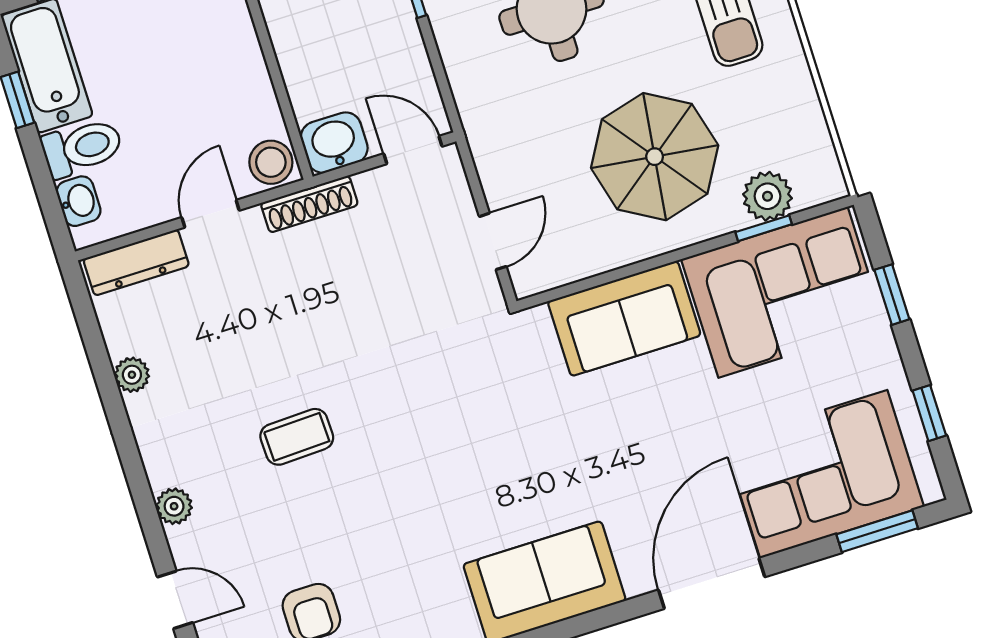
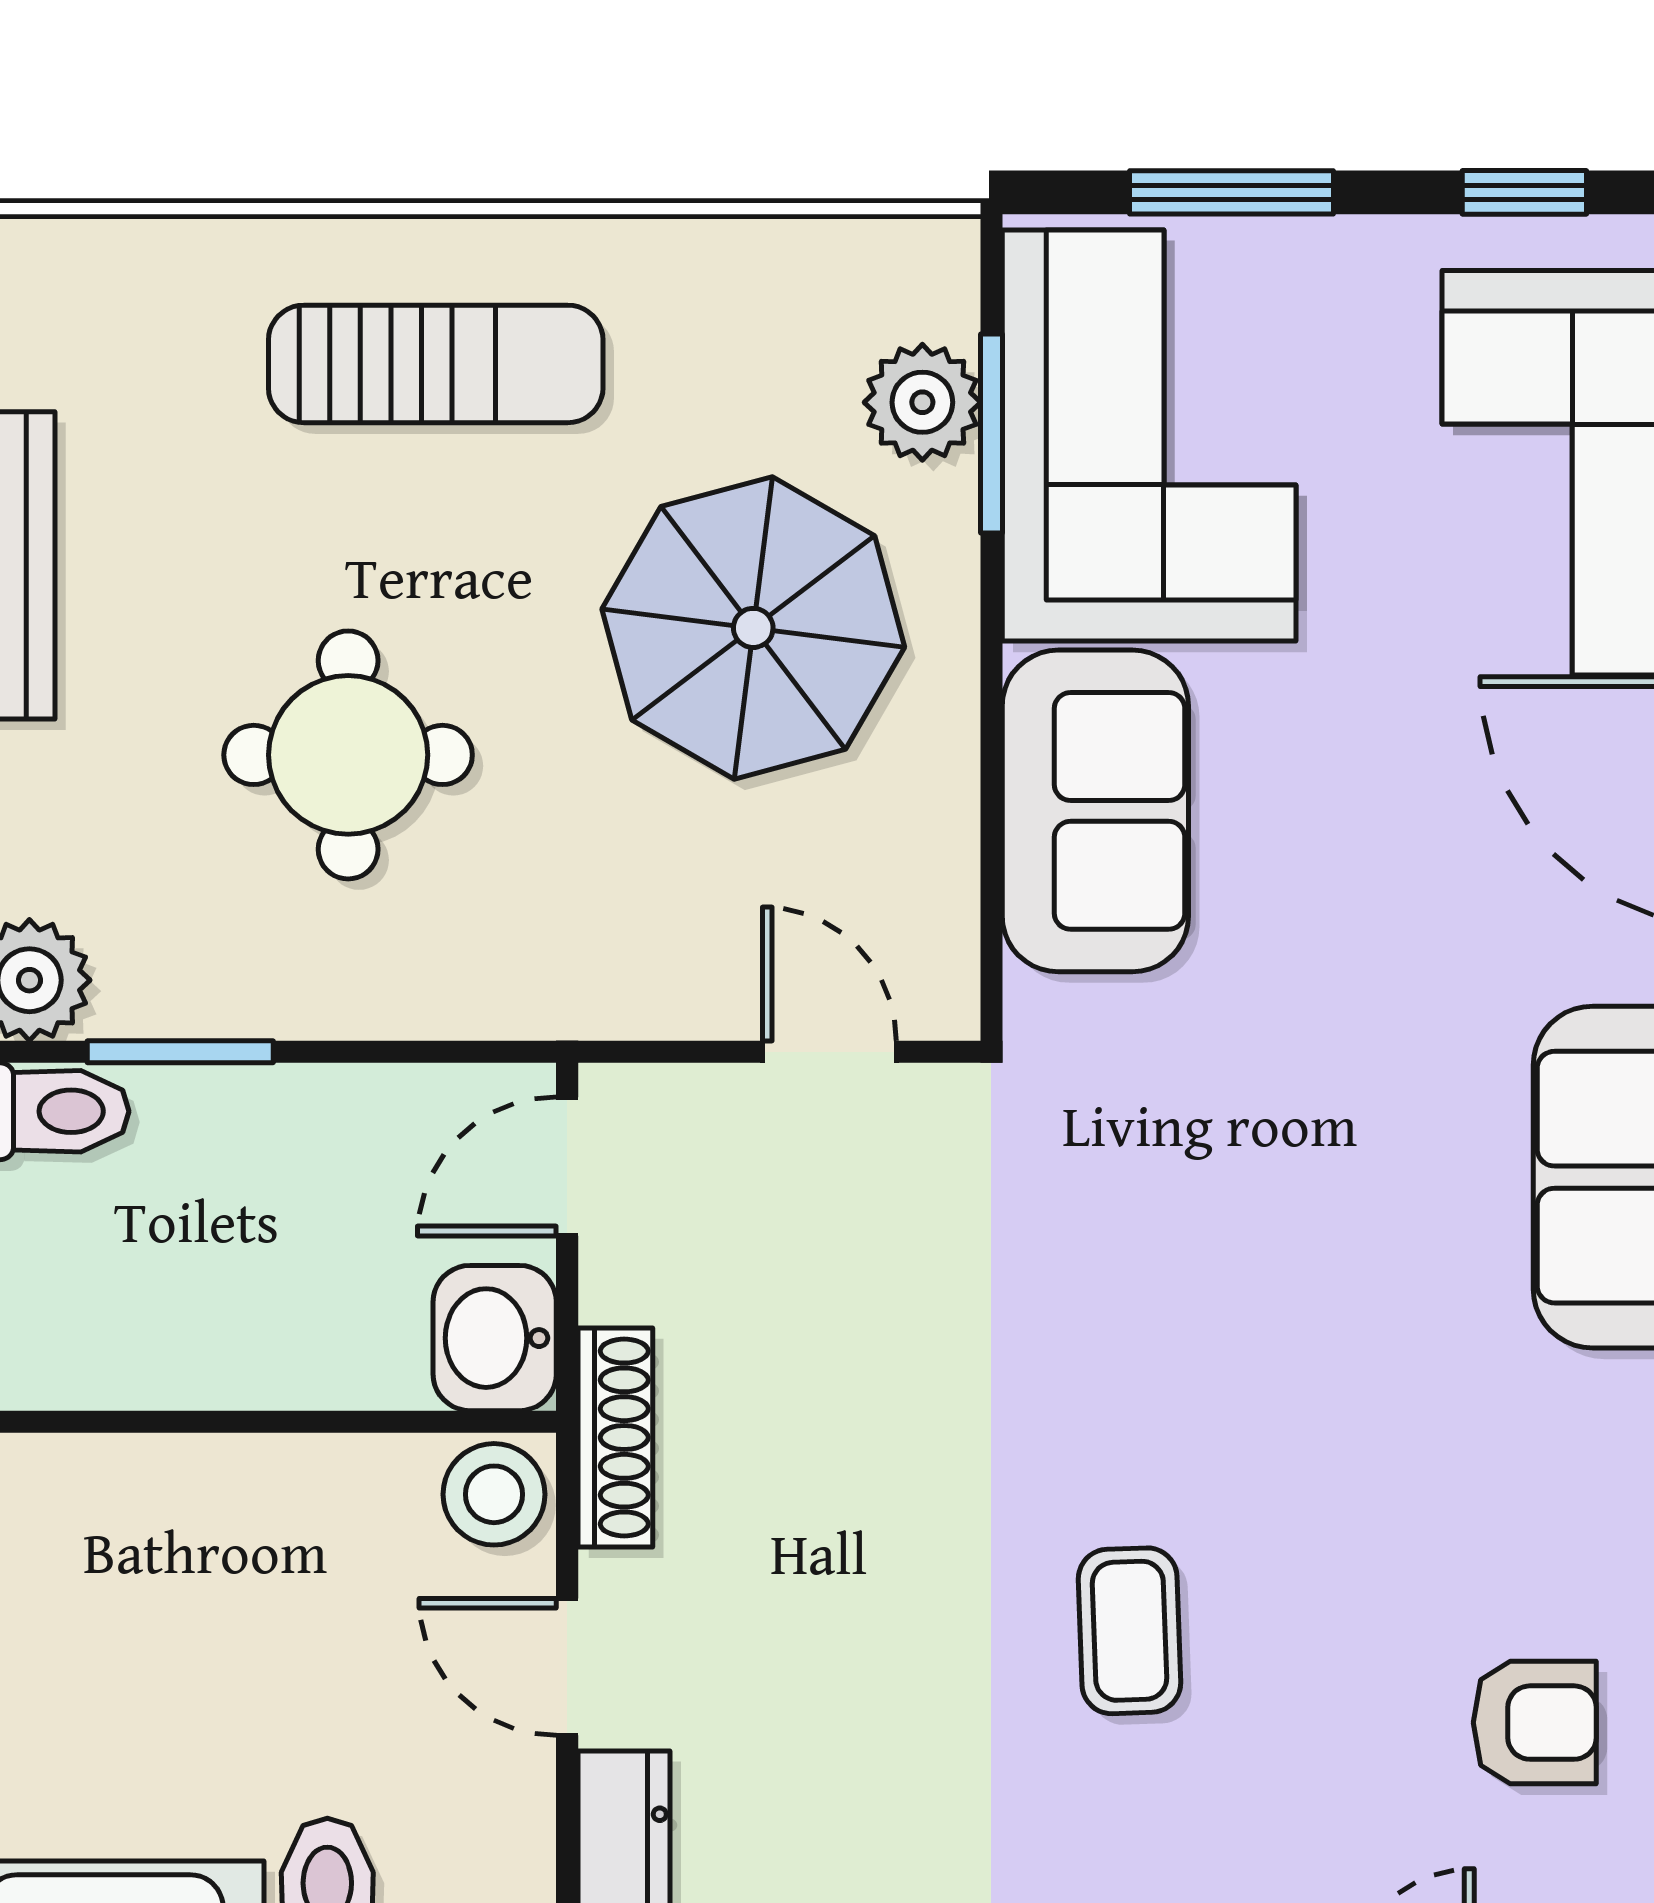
window: (764, 228) -> (991, 433), width x1.50
window: (892, 295) -> (1231, 192), width x1.50

